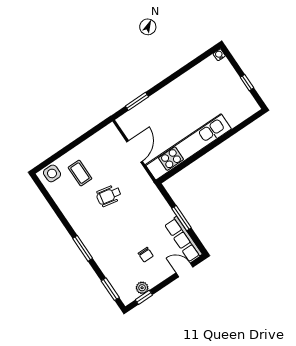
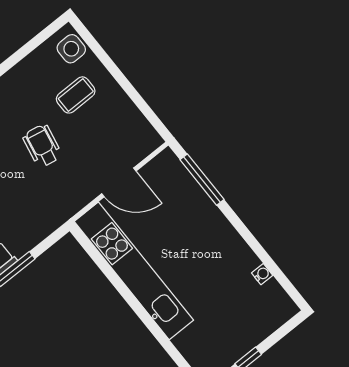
water cooler: (219, 55) -> (262, 274), moved
window: (137, 101) -> (202, 180), width x1.44

